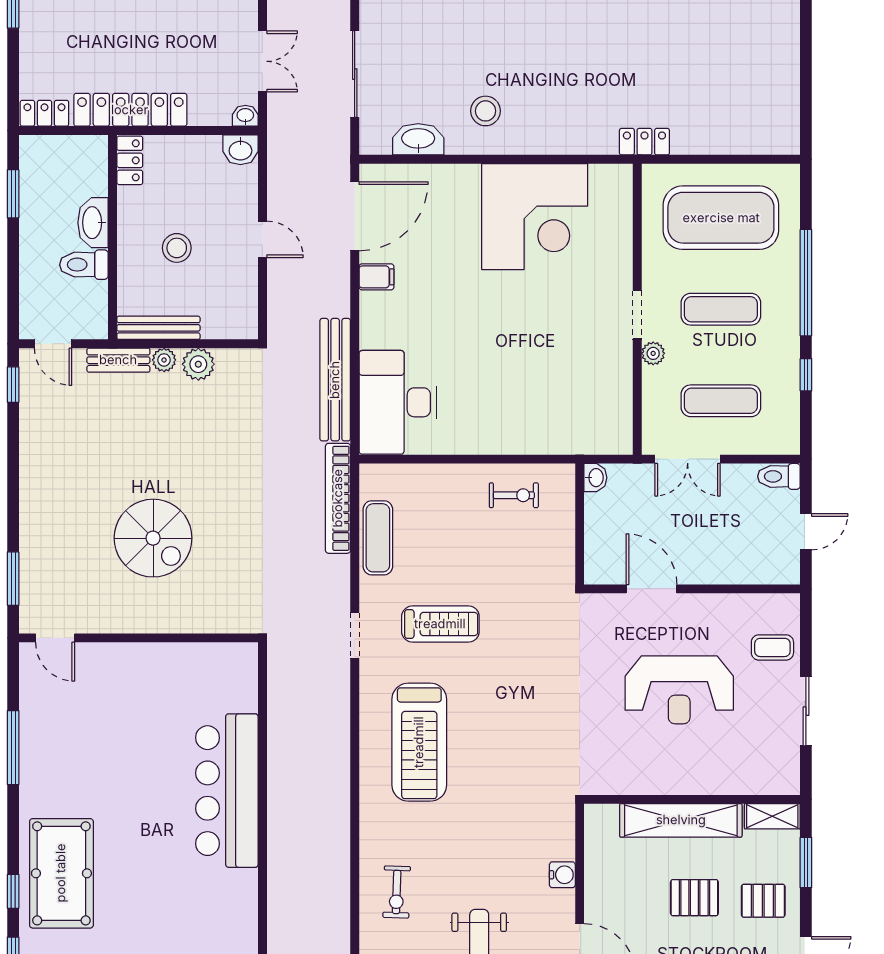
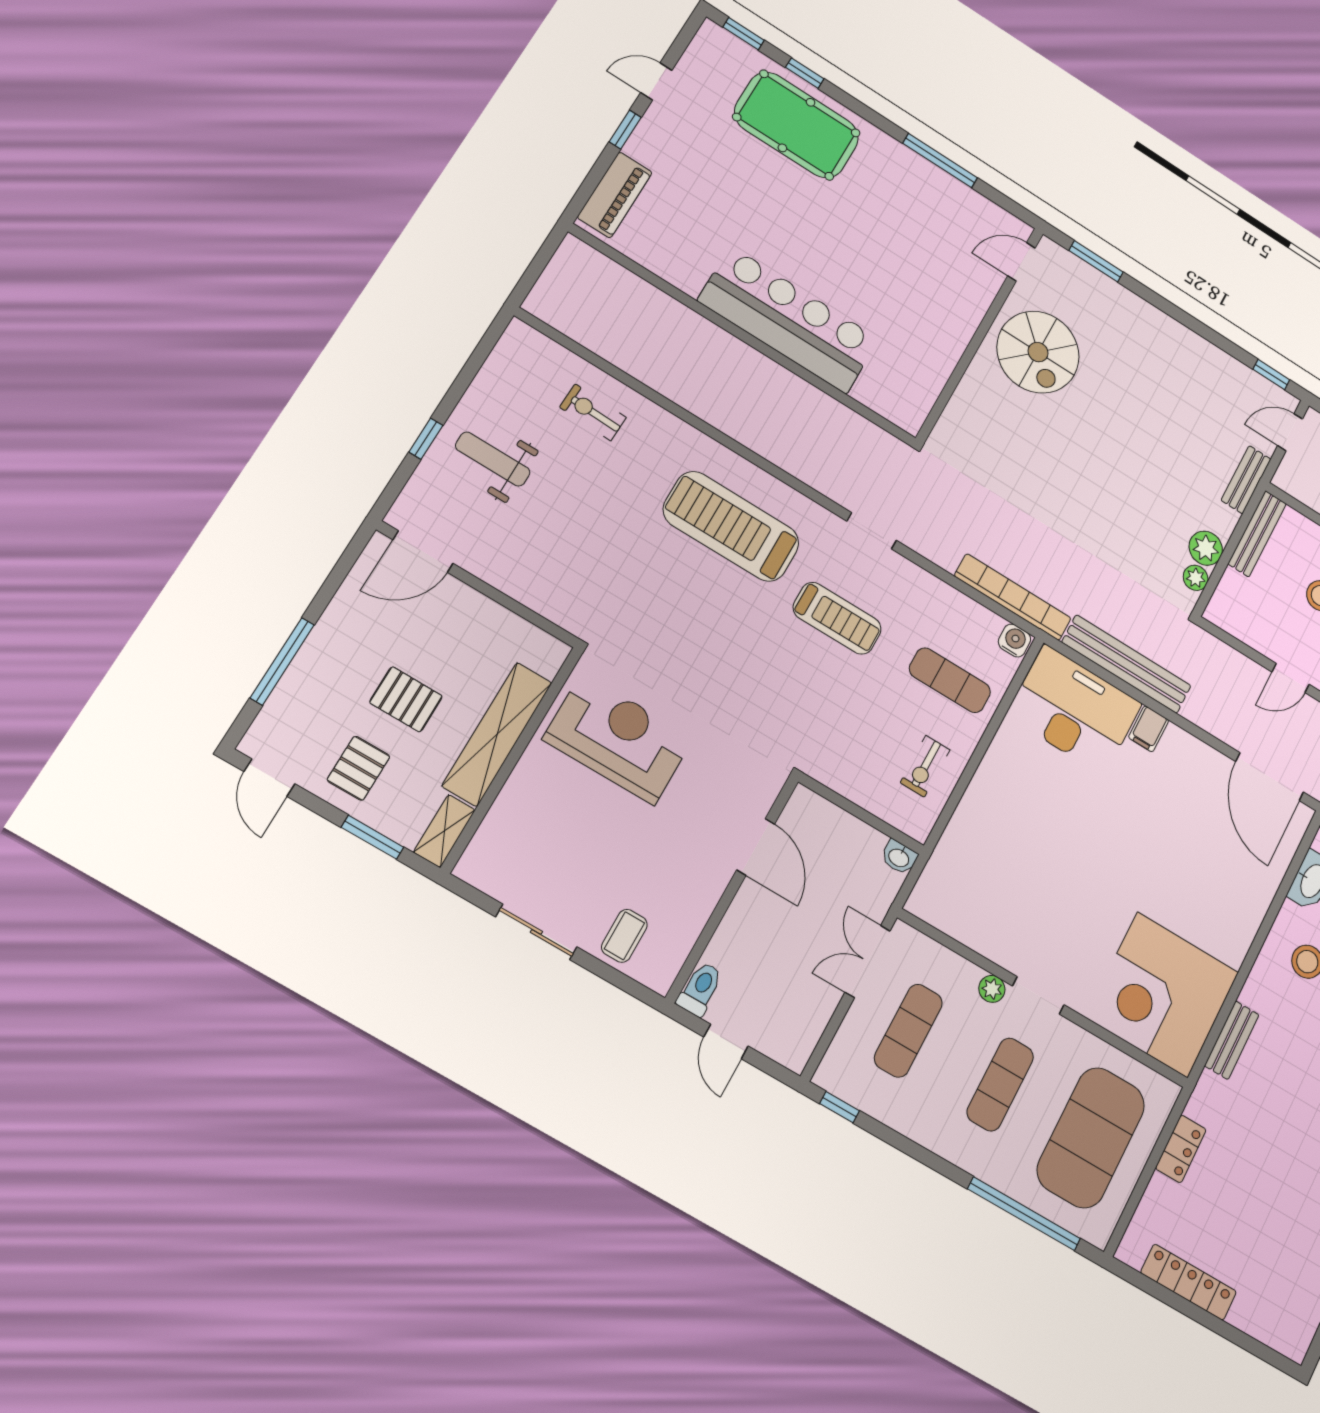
locker: (786, 85) -> (1189, 1282), added
locker: (644, 142) -> (1181, 1149), moved
bench: (583, 143) -> (1232, 1040), added
corner desk: (535, 217) -> (1162, 995), moved
filing cabinet: (376, 277) -> (1149, 729), moved
window: (806, 283) -> (1024, 1214), moved
plant: (164, 360) -> (1196, 578), moved
window: (806, 375) -> (839, 1107), moved
toilet: (779, 476) -> (700, 989), moved
spiral stairs: (153, 538) -> (1038, 352), moved, turned -90
exercise mat: (378, 538) -> (950, 680), moved
door: (652, 589) -> (756, 847), hinge flipped
treadmill: (440, 624) -> (837, 618), turned -90
reception desk: (679, 690) -> (618, 739), moved, turned 90
water cooler: (562, 875) -> (1014, 641), moved, turned 180
pallet: (694, 898) -> (406, 699), turned 90

